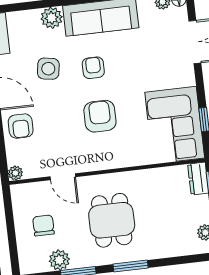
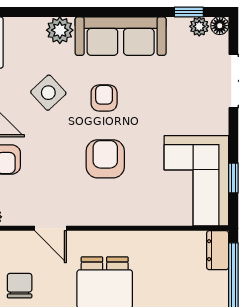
side table: (48, 69) -> (48, 93), turned 38

